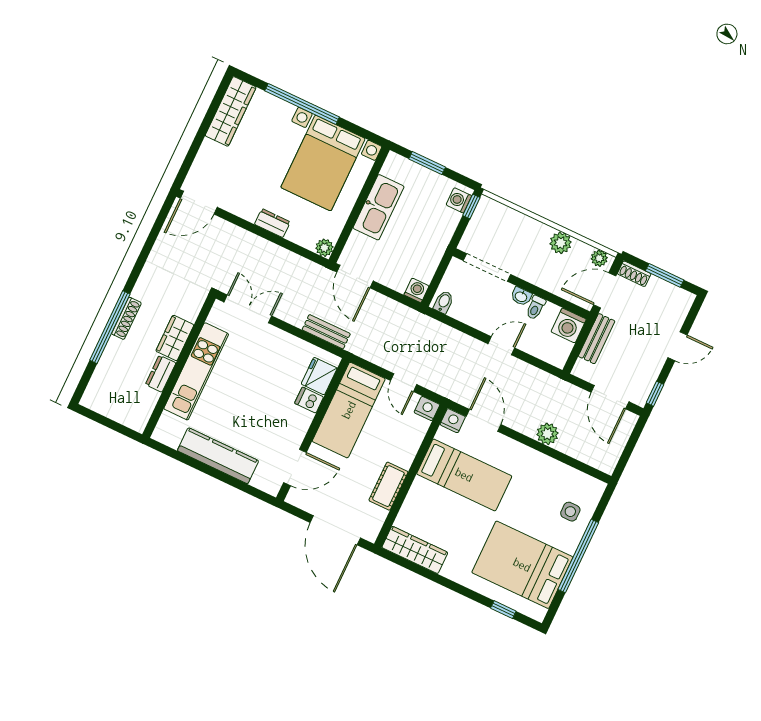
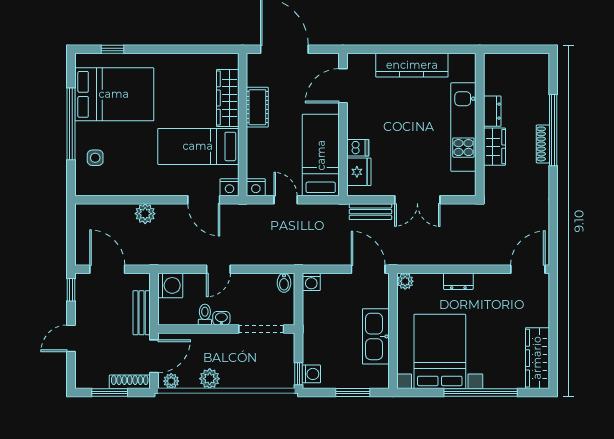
shoe rack: (634, 274) -> (130, 382), width x1.43
double door: (248, 309) -> (417, 200), moved
washing machine: (569, 325) -> (170, 285), moved, turned 90
wardrobe: (415, 550) -> (228, 98), moved, turned 90

